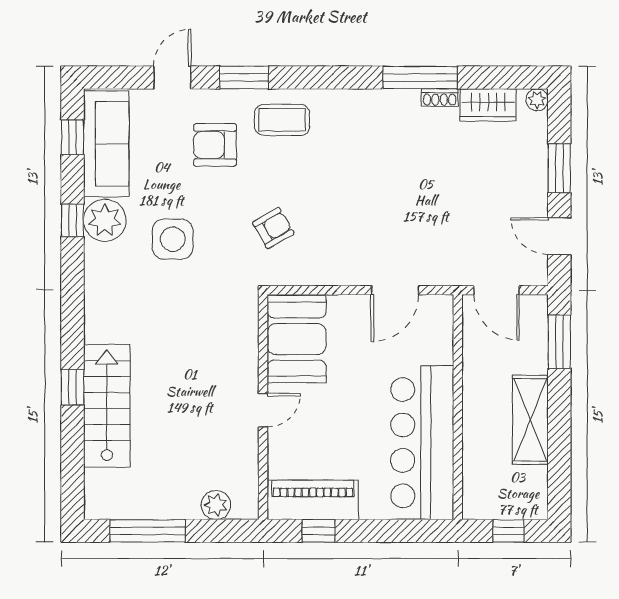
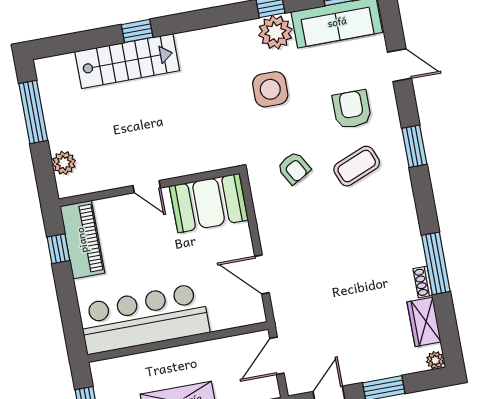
window: (244, 77) -> (414, 146), moved
coffee table: (282, 120) -> (357, 166), moved, turned 68

